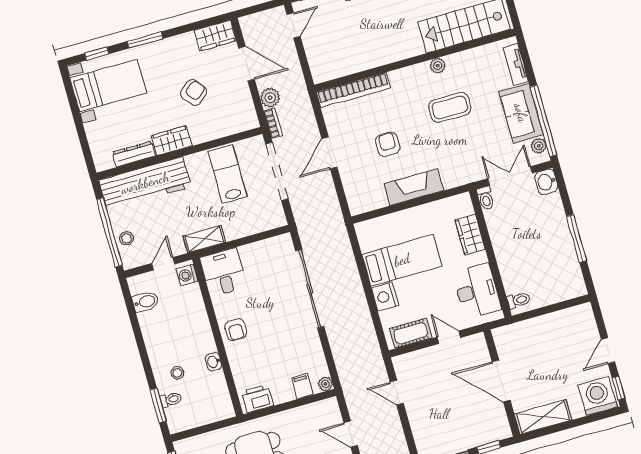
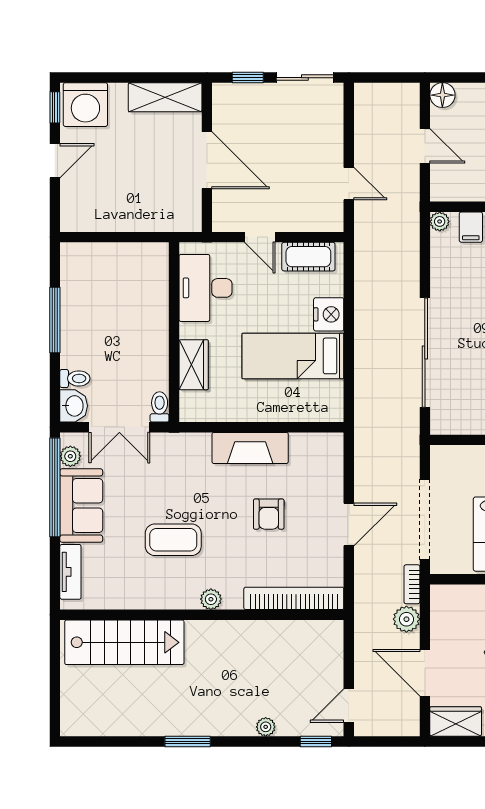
plant: (438, 66) -> (211, 599), moved
toilet: (519, 300) -> (75, 378), moved, turned 180

